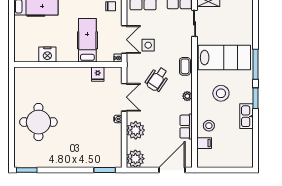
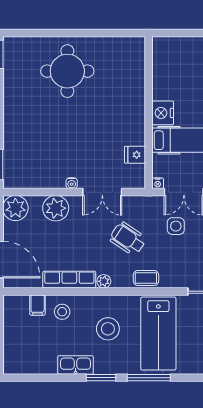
nightstand: (47, 54) -> (163, 113), moved
row of seats: (186, 127) -> (69, 280), width x1.48

